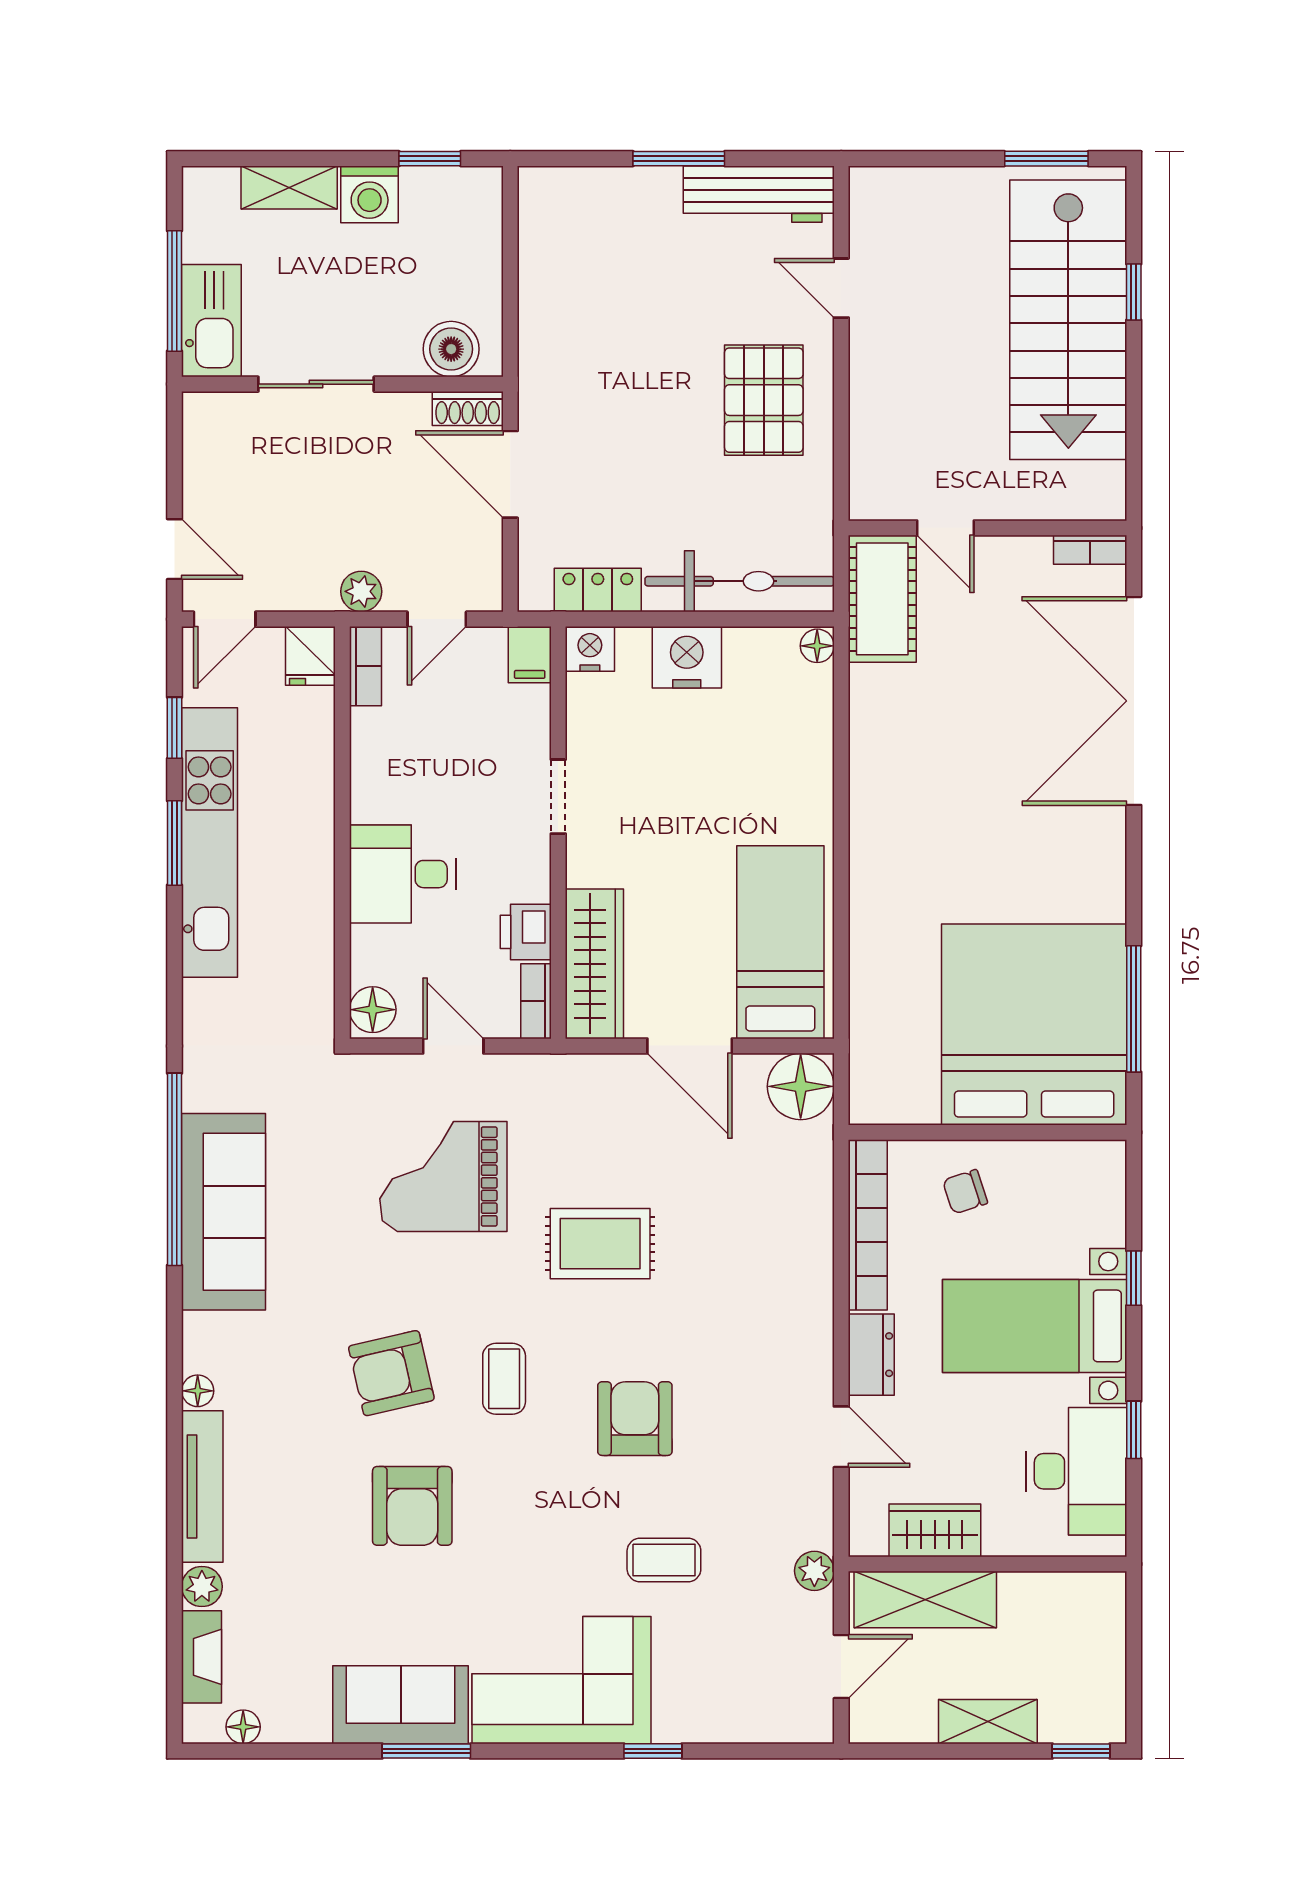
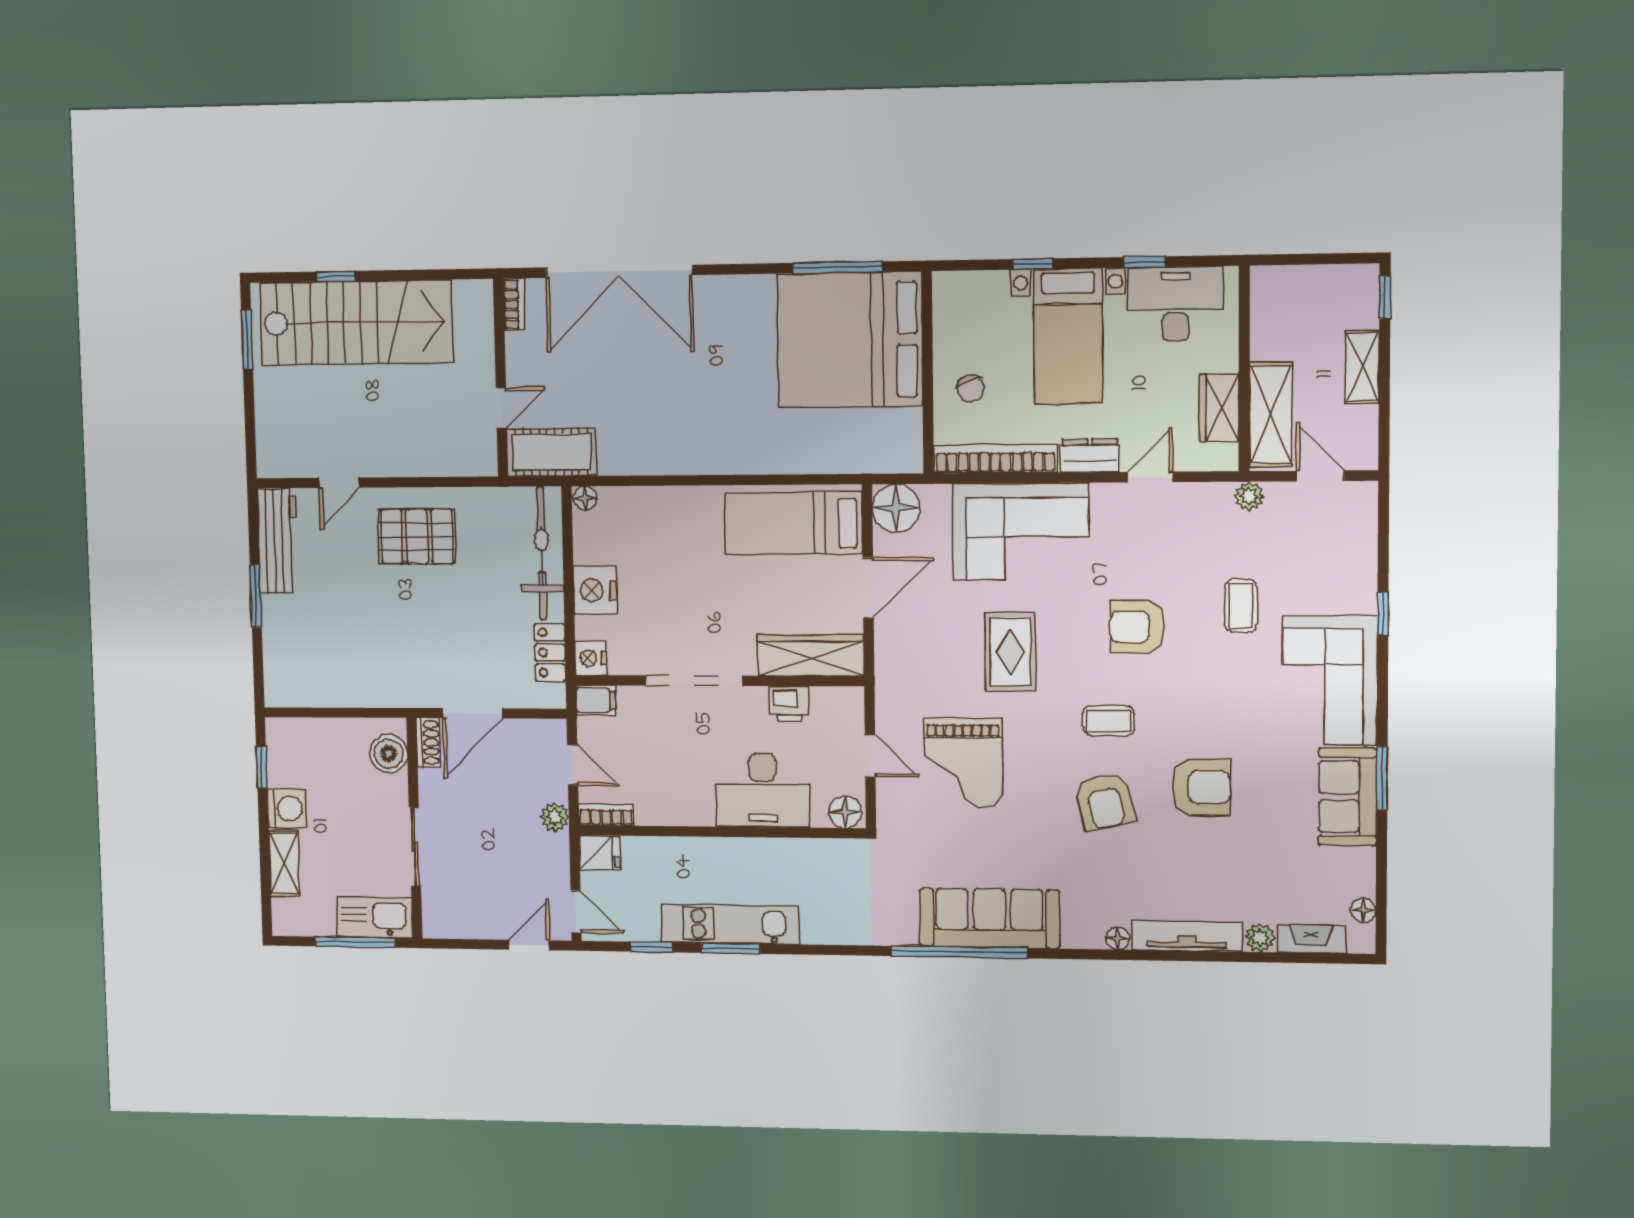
doorway: (558, 797) -> (694, 681), width x1.87
kitchen unit: (210, 842) -> (730, 924), width x0.73
desk: (403, 874) -> (762, 790), width x1.37
bookcase: (536, 1001) -> (838, 697), removed
door: (453, 1046) -> (870, 755), swing flipped
corner sofa: (767, 1259) -> (1021, 532), added

